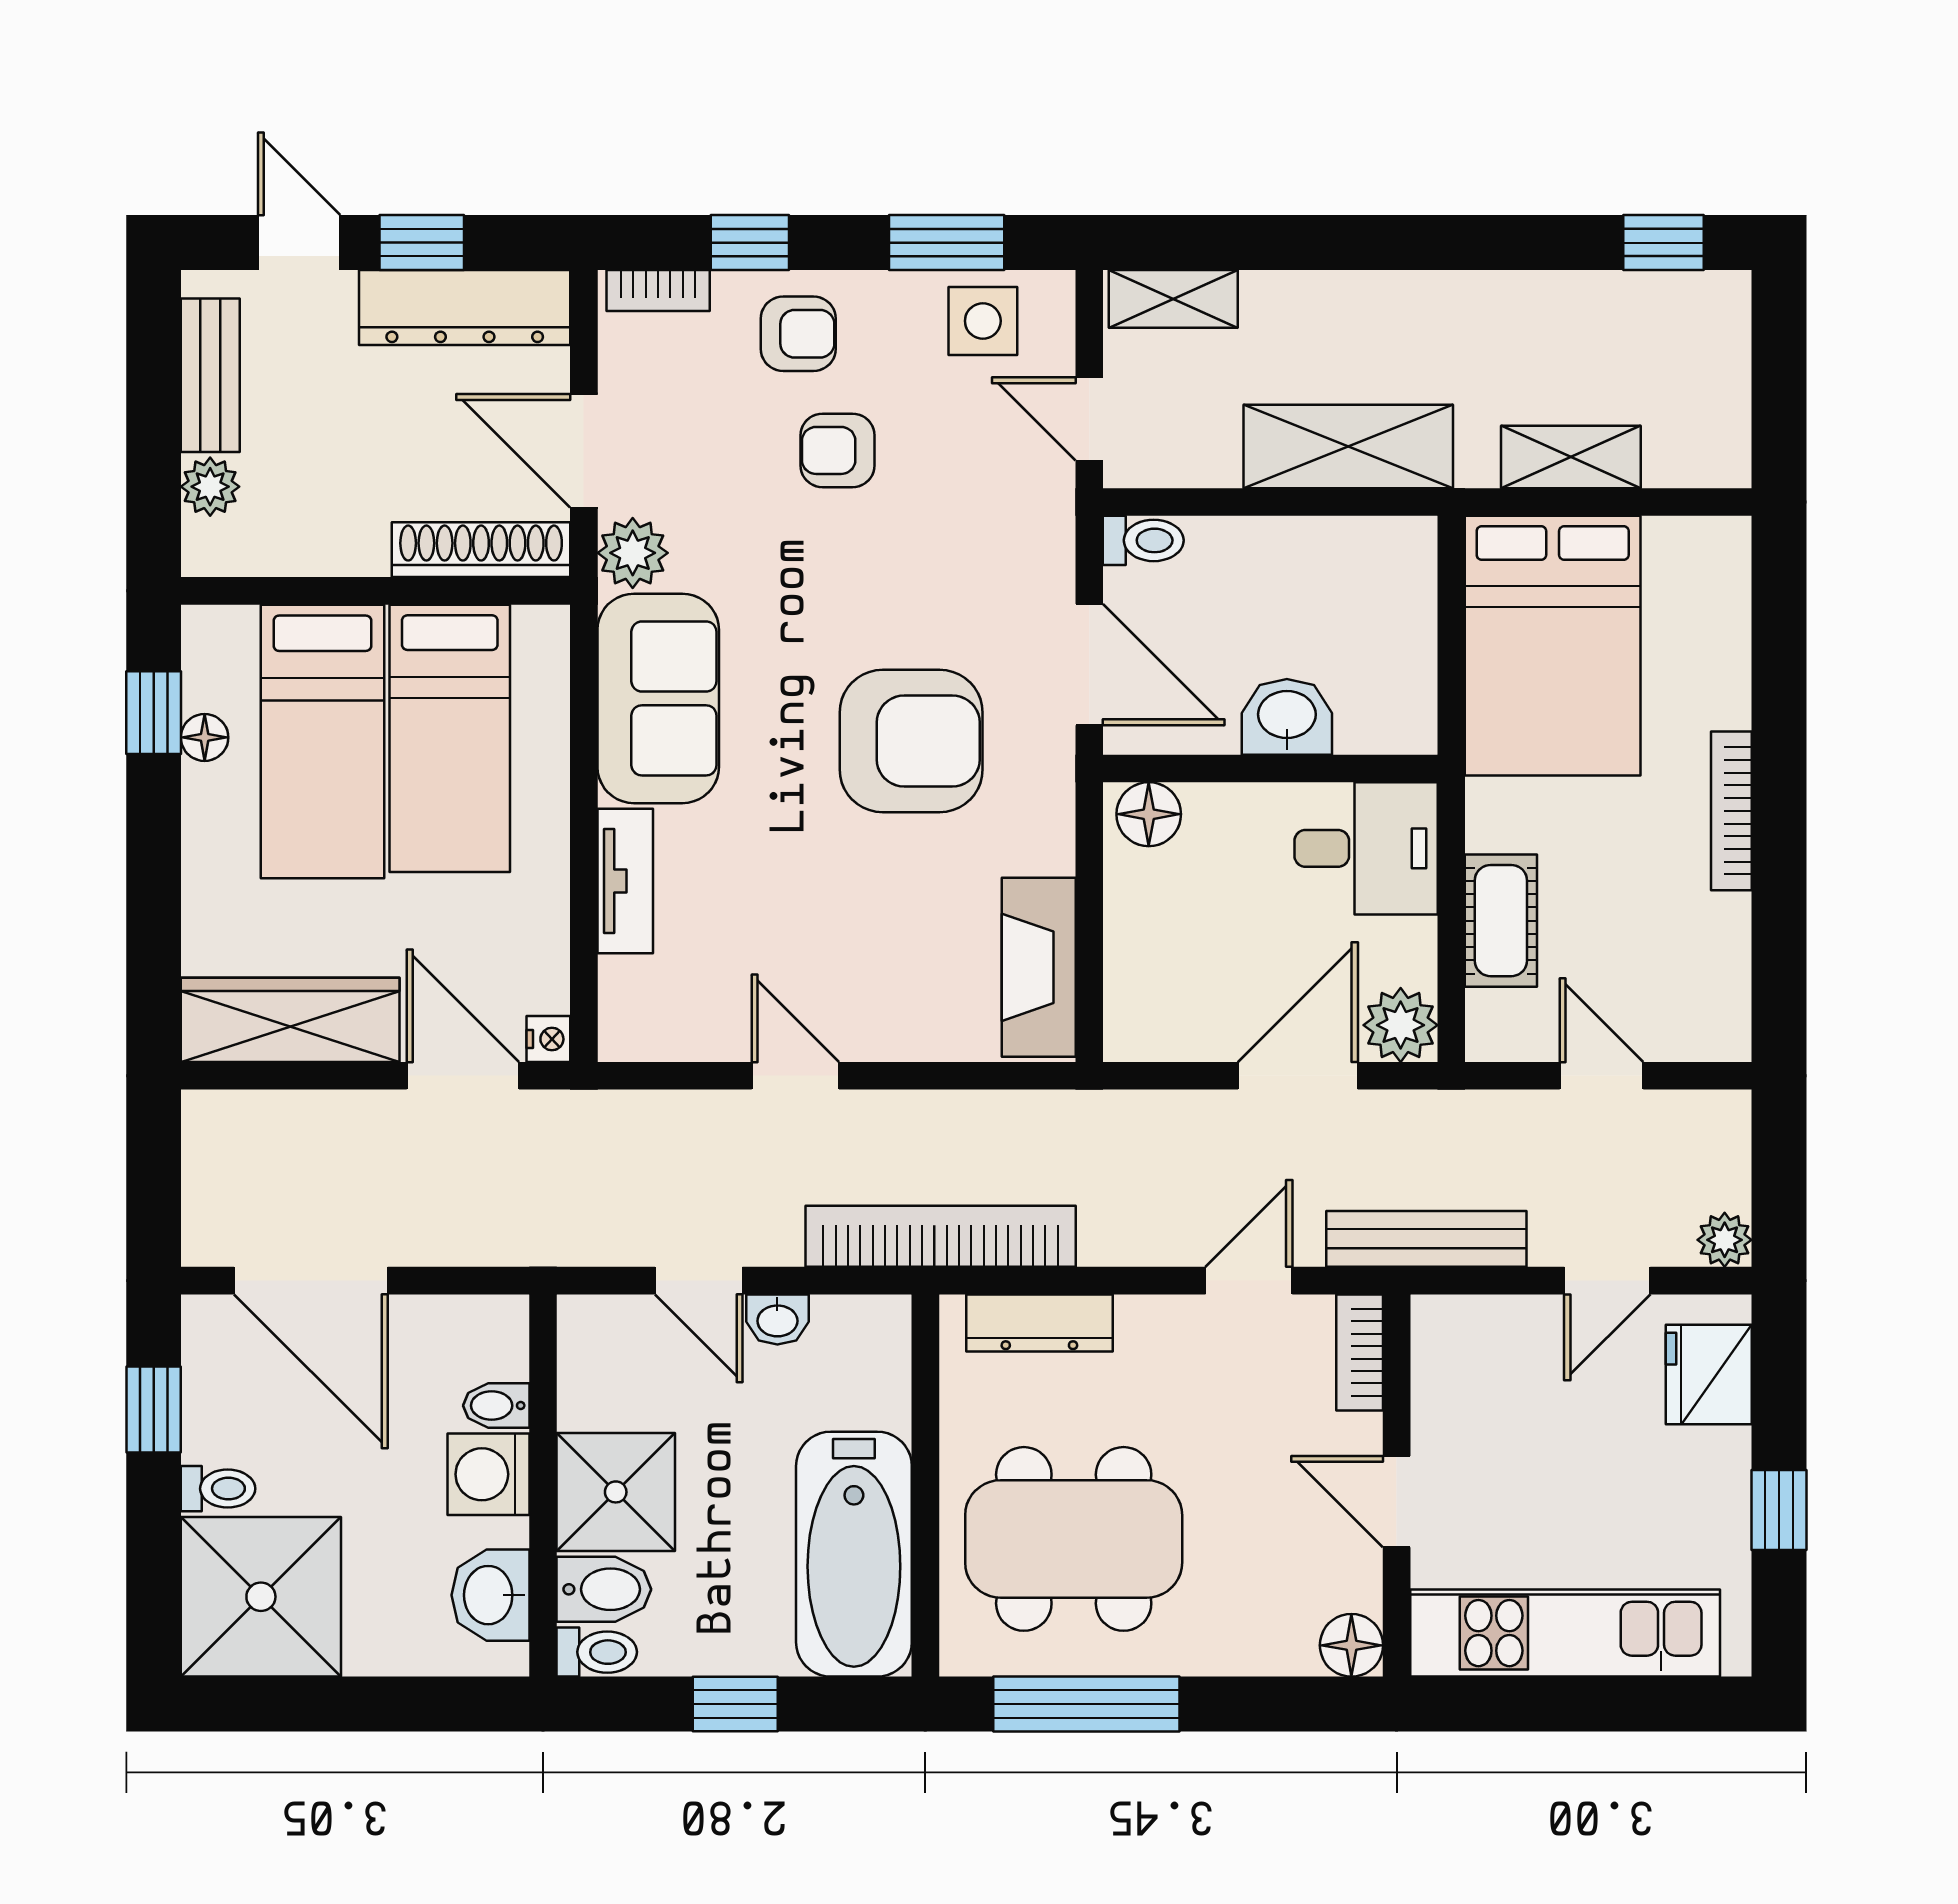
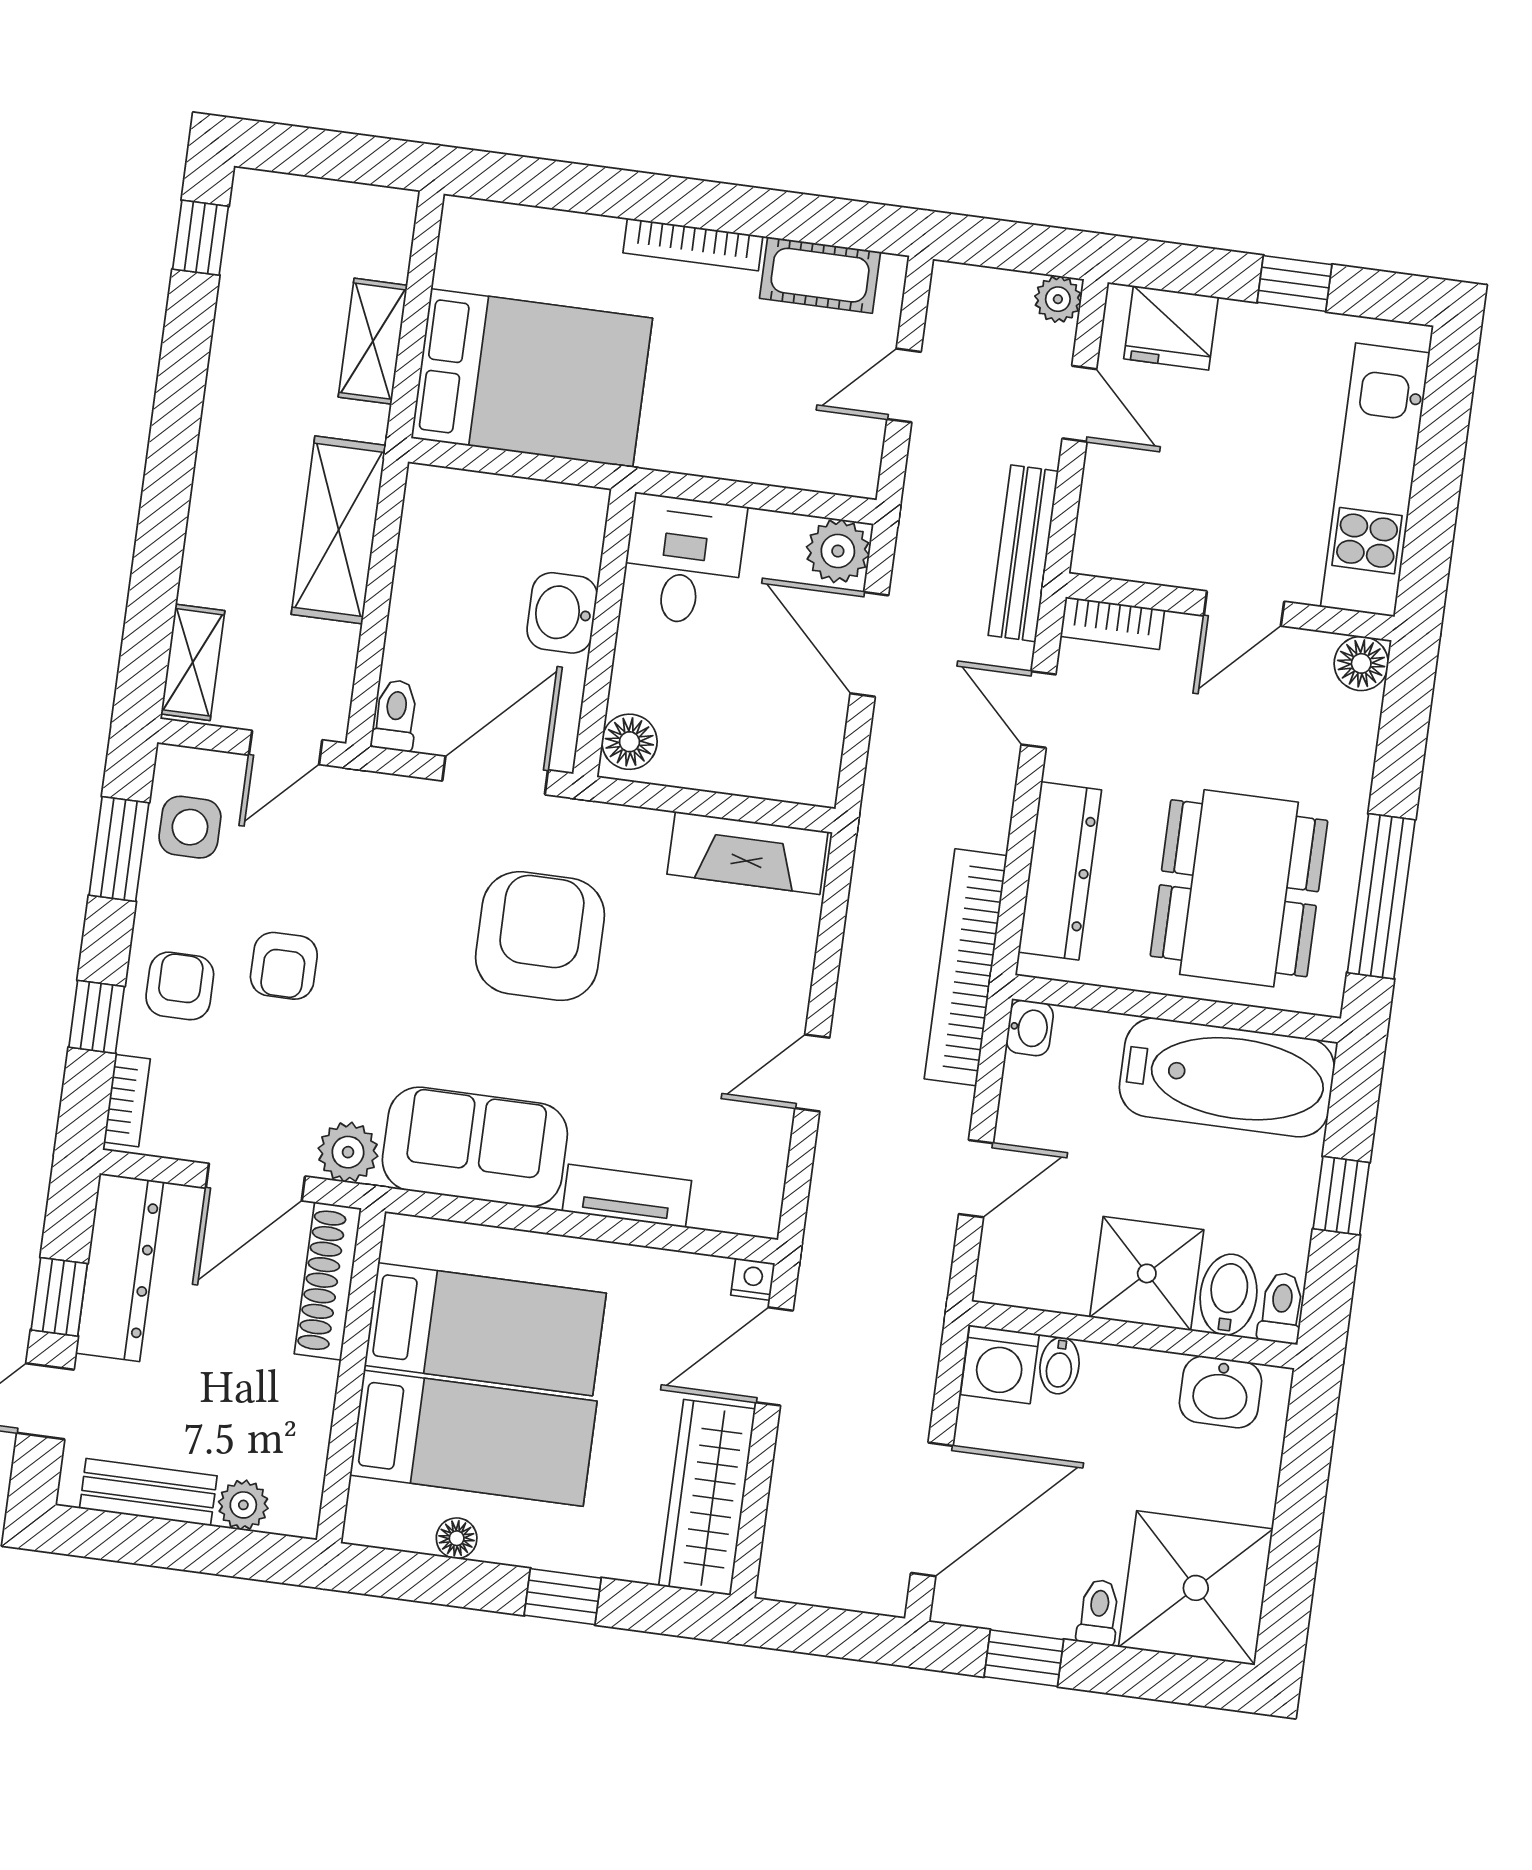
window: (154, 713) -> (563, 1597), moved
cot: (1501, 921) -> (820, 275), moved
washbasin: (777, 1319) -> (1030, 1028), moved
dresser: (1039, 1323) -> (1060, 871), width x1.37, depth x1.24
washing machine: (488, 1474) -> (1000, 1364), moved

